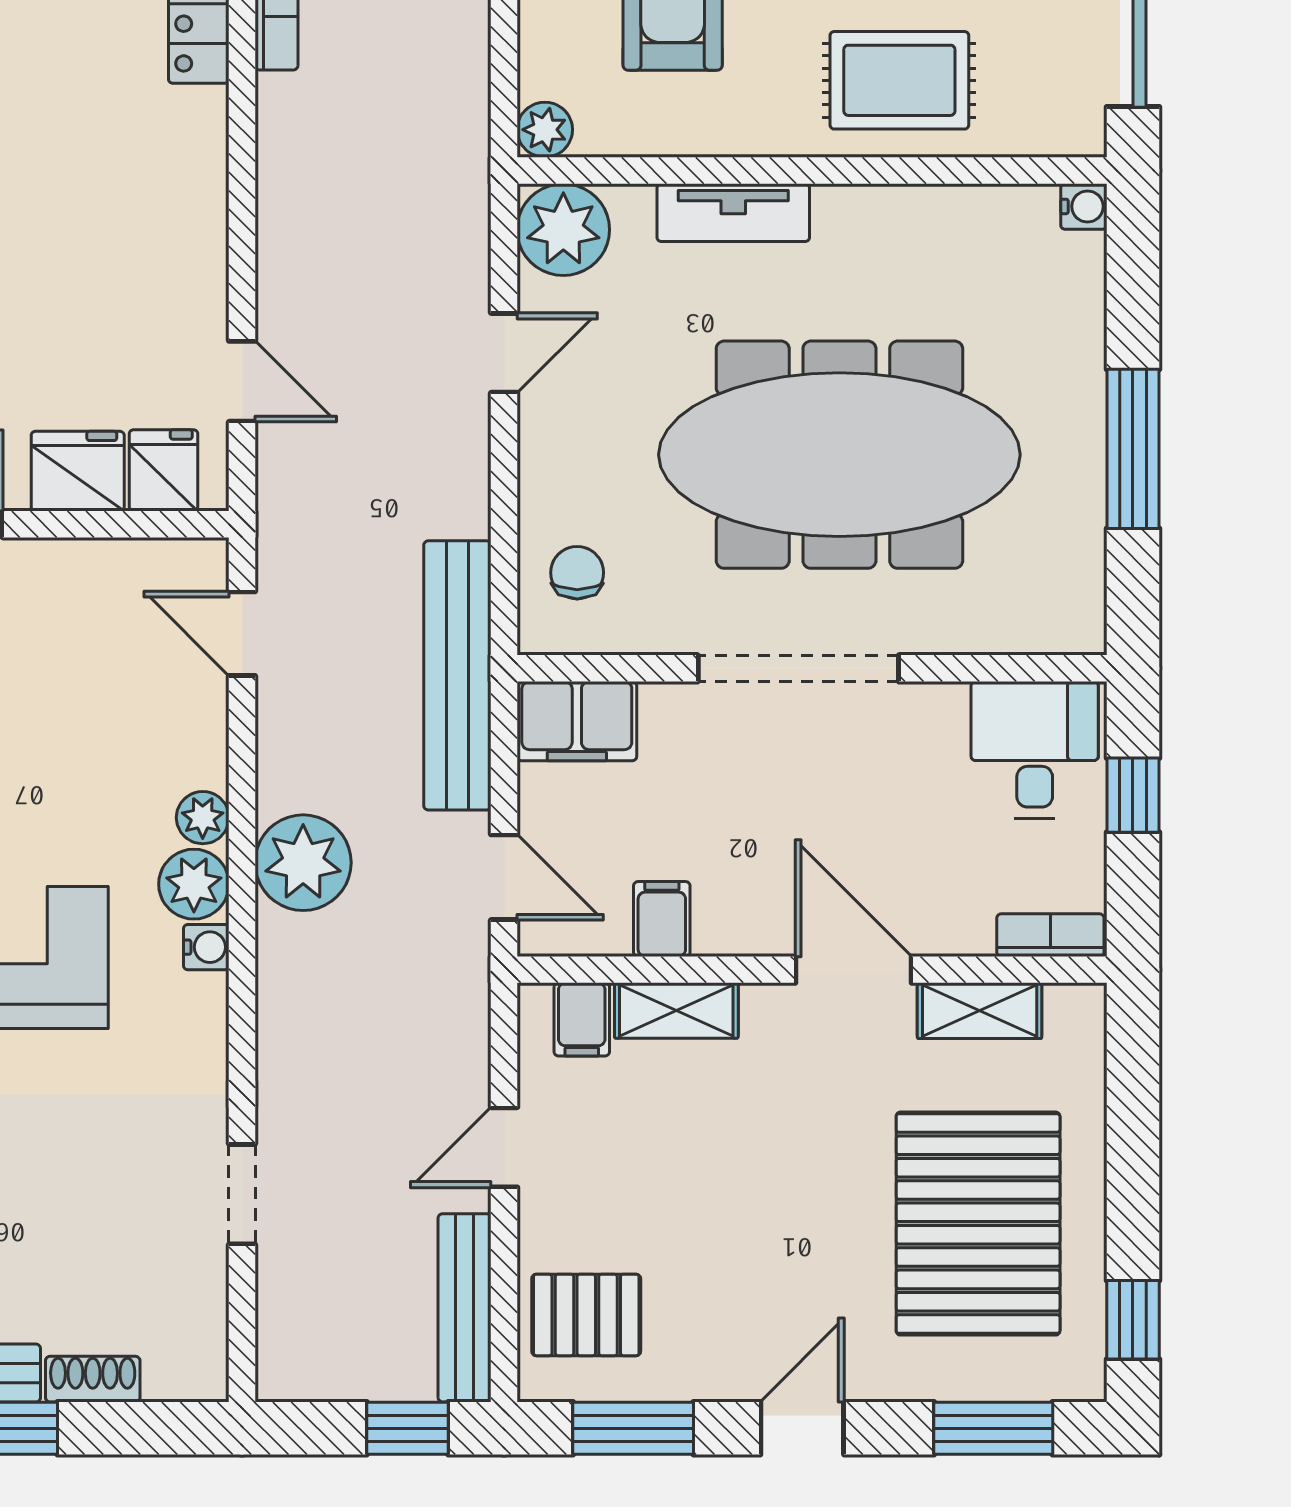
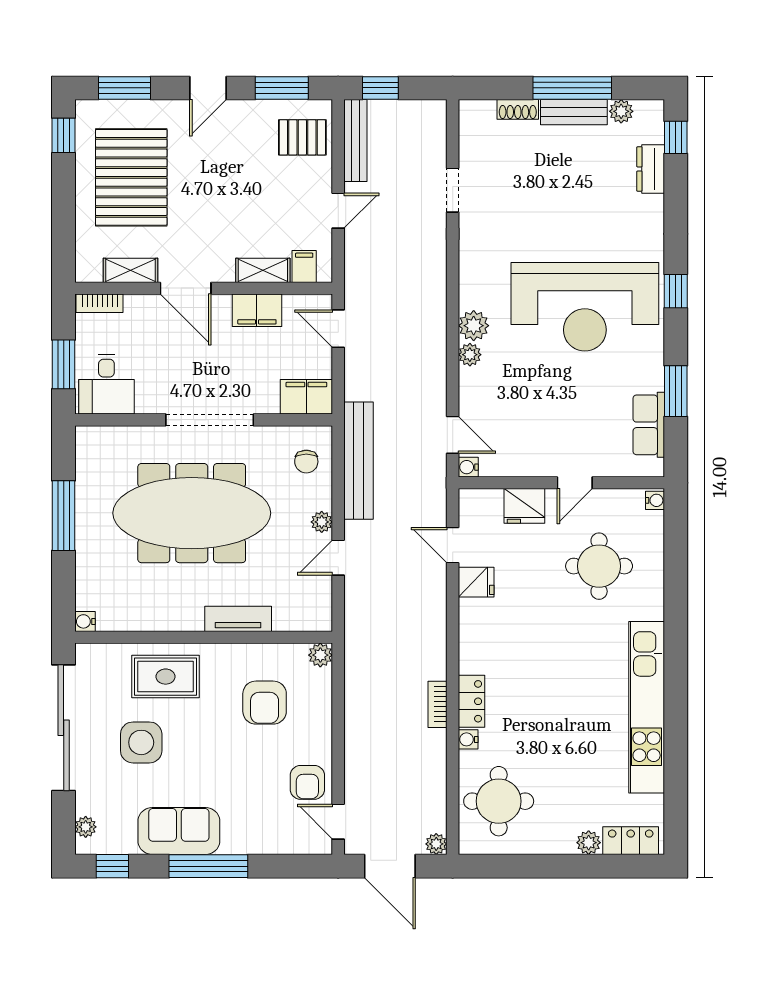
plant: (563, 230) -> (322, 522), moved, width x0.53, depth x0.53
fridge: (163, 470) -> (476, 582), moved, turned -90
bench: (457, 675) -> (359, 461), moved
window: (1133, 795) -> (64, 364), width x1.50
plant: (303, 863) -> (426, 335), removed
filing cabinet: (662, 919) -> (257, 310), width x2.00
water cooler: (206, 947) -> (468, 467), moved

